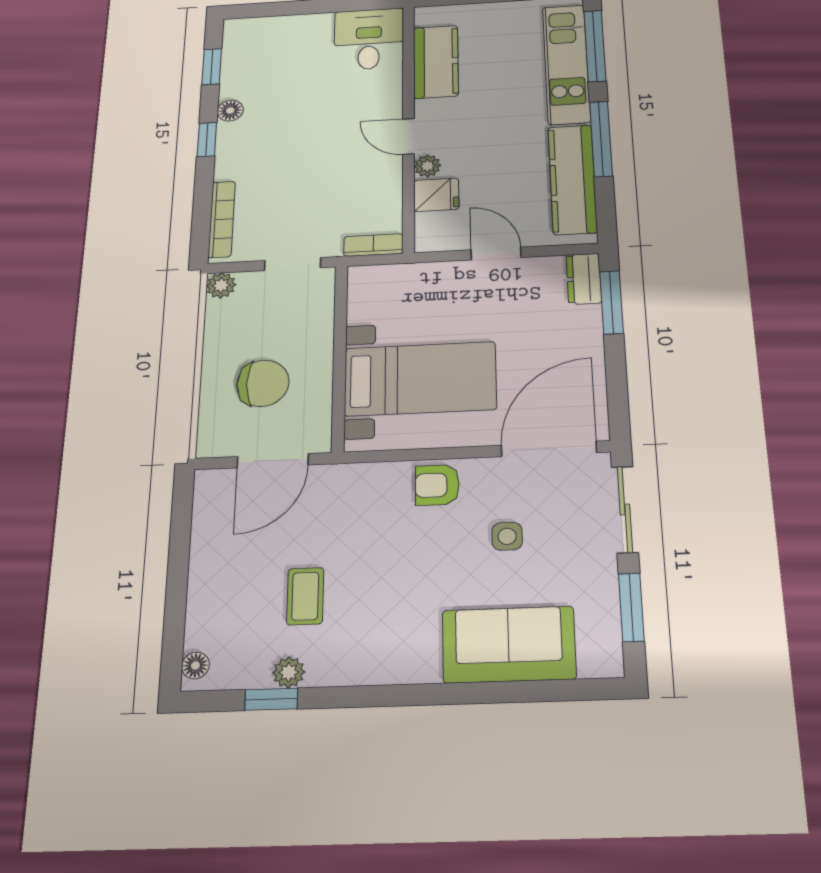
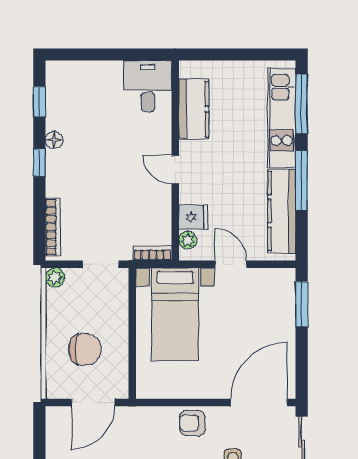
plant: (427, 166) -> (188, 240), moved
dresser: (584, 279) -> (285, 286), removed
bed with nightstands: (420, 379) -> (175, 314), moved, turned 90

